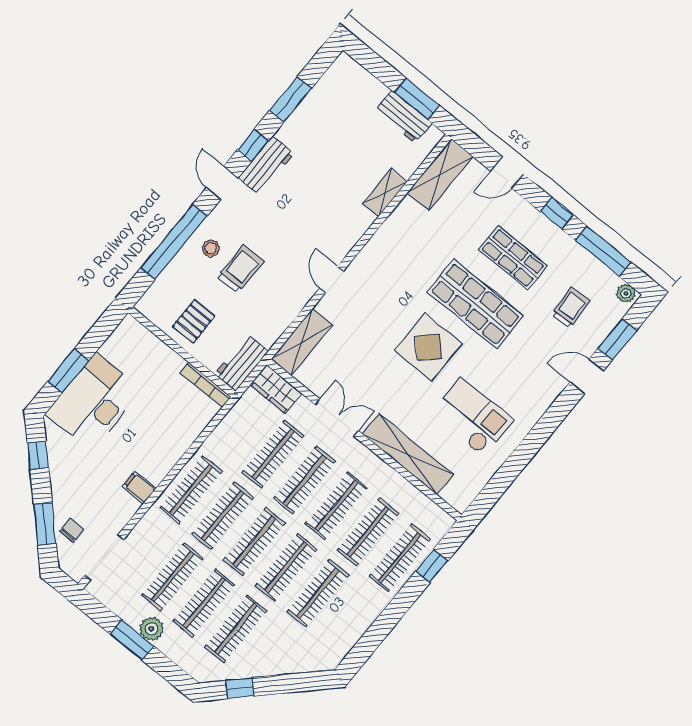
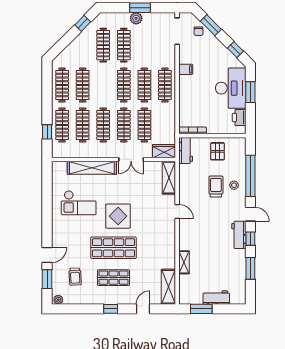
workbench: (403, 117) -> (216, 298), moved
window: (603, 251) -> (81, 309), removed
trolley: (240, 269) -> (216, 187), turned 180
printer: (118, 346) -> (239, 117), added
clothes rail: (286, 567) -> (62, 85), moved
clothes rail: (172, 577) -> (144, 45), removed

